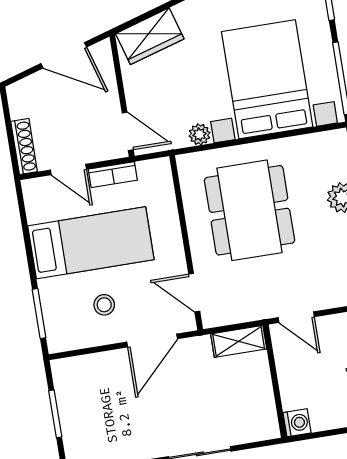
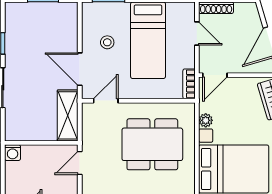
door: (68, 169) -> (197, 34), swing flipped
bookcase: (113, 175) -> (189, 84), moved
shelving: (239, 341) -> (68, 115), width x1.50, depth x1.33

